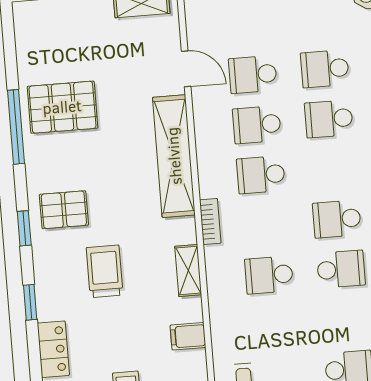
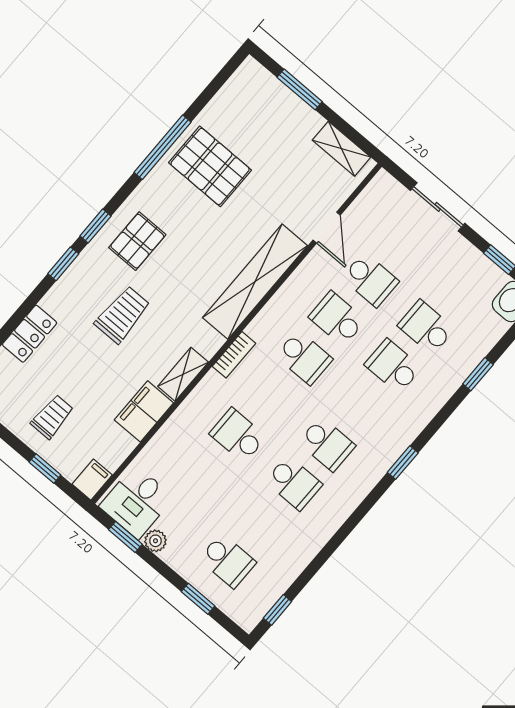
school desk: (253, 75) -> (370, 280), turned 180
school desk: (261, 175) -> (304, 358), turned 180
pallet: (64, 210) -> (137, 241), turned 90
school desk: (337, 219) -> (327, 444), turned 180
window: (30, 302) -> (63, 264), moved
filing cabinet: (188, 336) -> (144, 411), width x2.00

